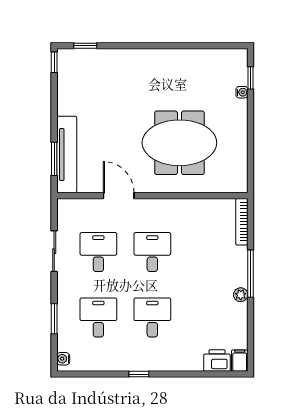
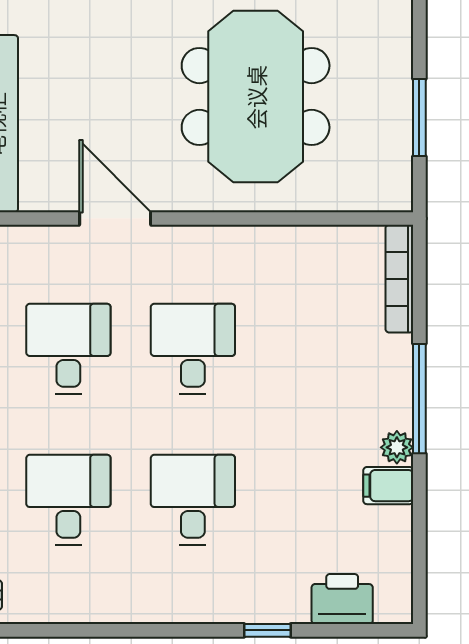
meeting table: (179, 143) -> (256, 97), turned 90
window: (250, 152) -> (419, 118), added
filing cabinet: (240, 361) -> (388, 486), moved, turned -90
window: (139, 374) -> (267, 630), moved

